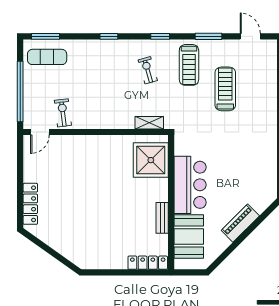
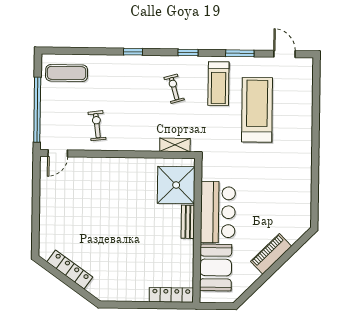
window: (45, 36) -> (65, 51), removed
treadmill: (225, 89) -> (257, 110), width x1.37, depth x1.37
exercise bike: (63, 113) -> (97, 126), moved
locker: (30, 204) -> (70, 269), moved, turned -55
bench: (162, 218) -> (188, 222), moved

